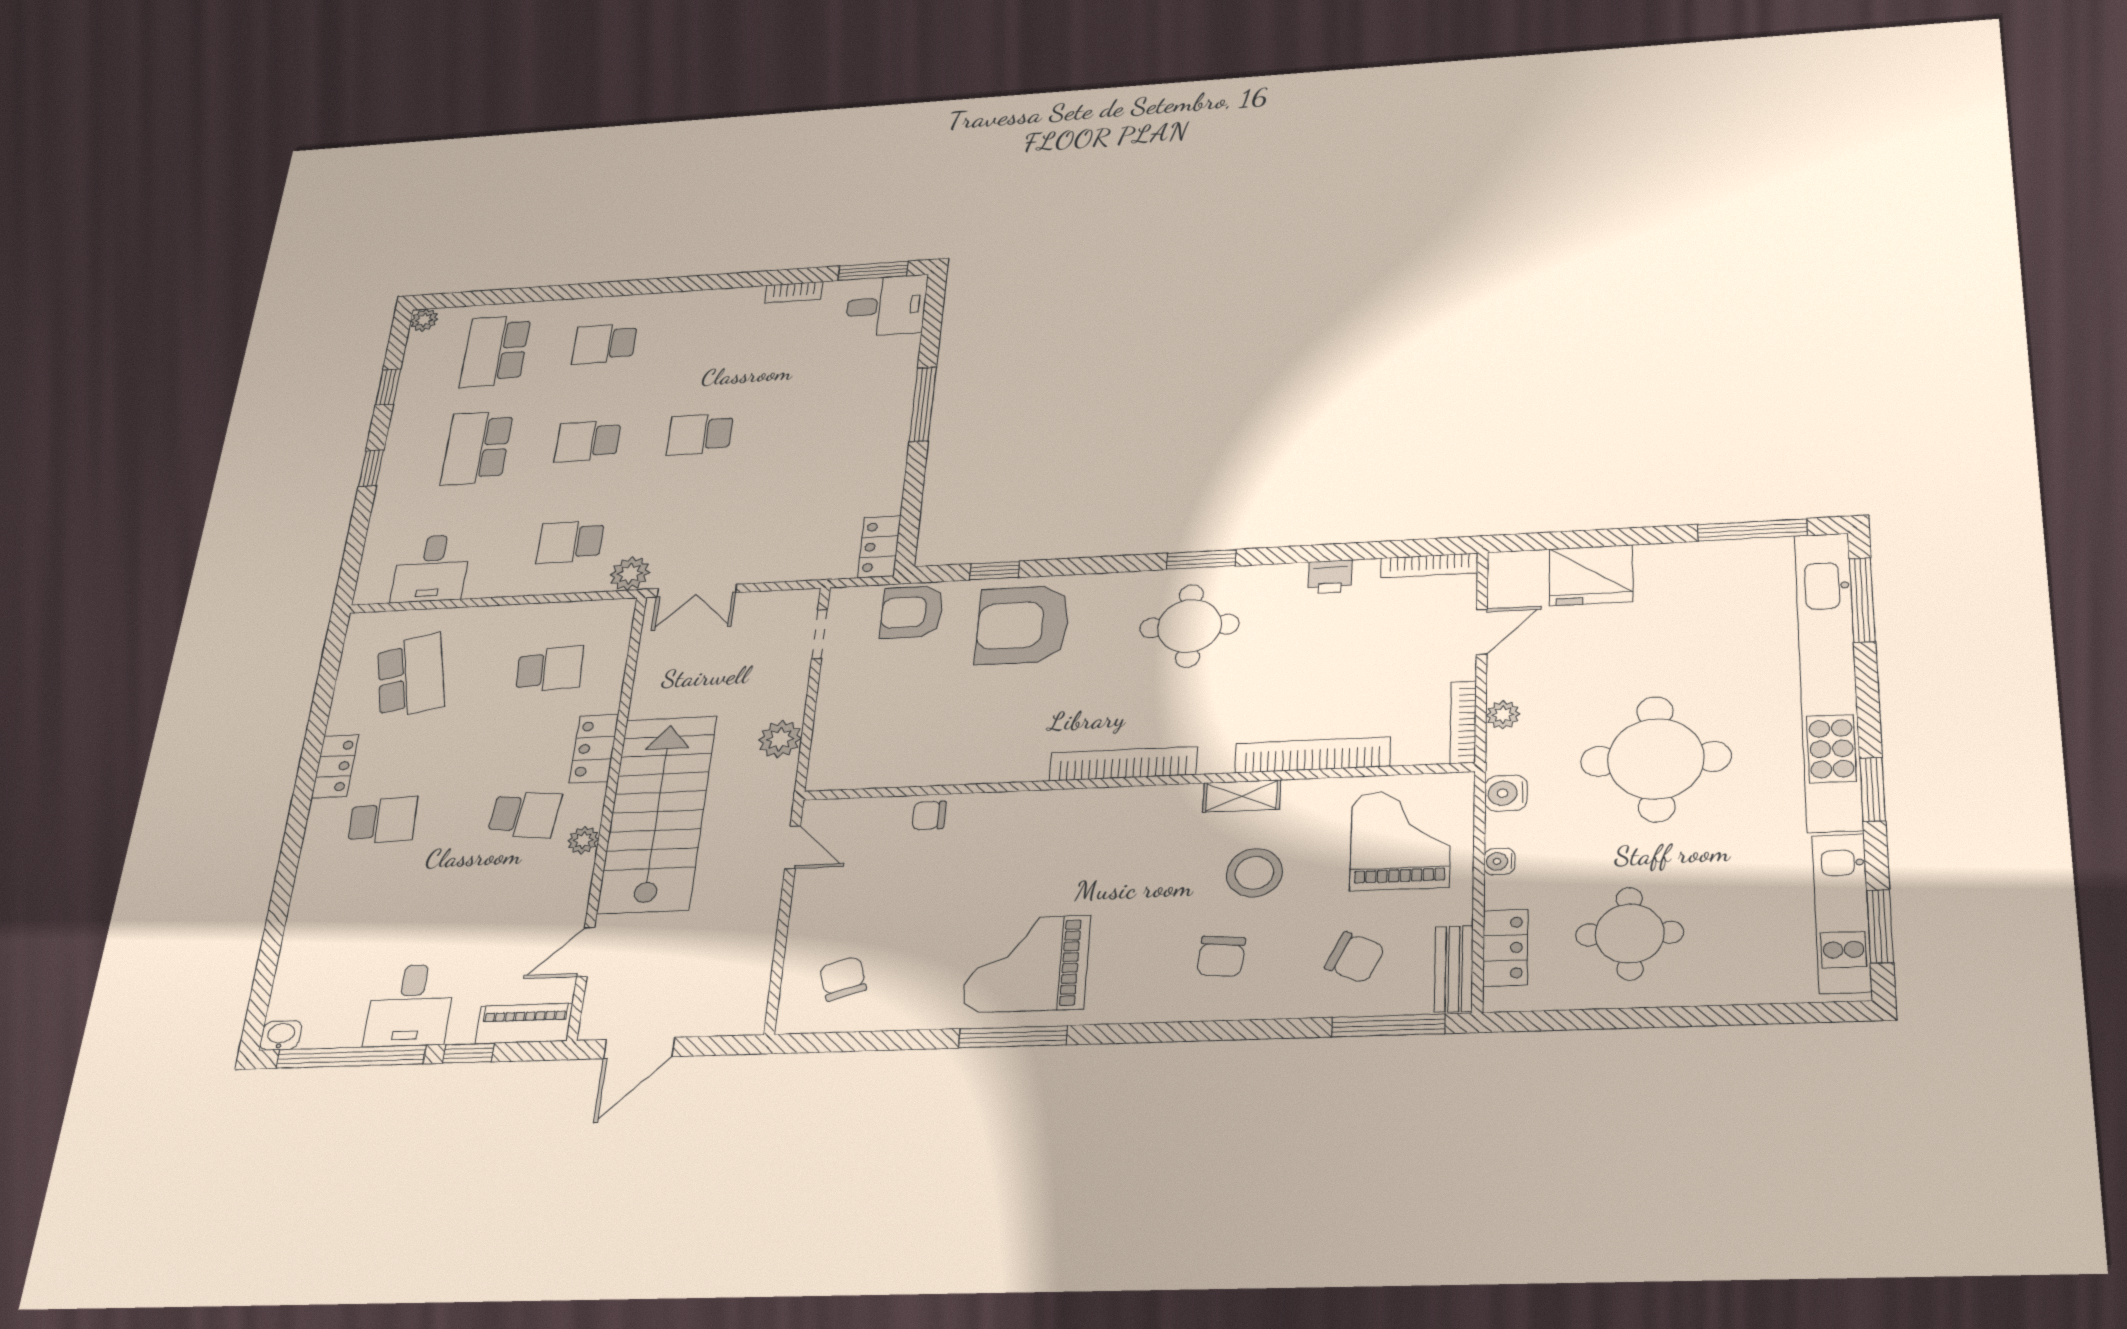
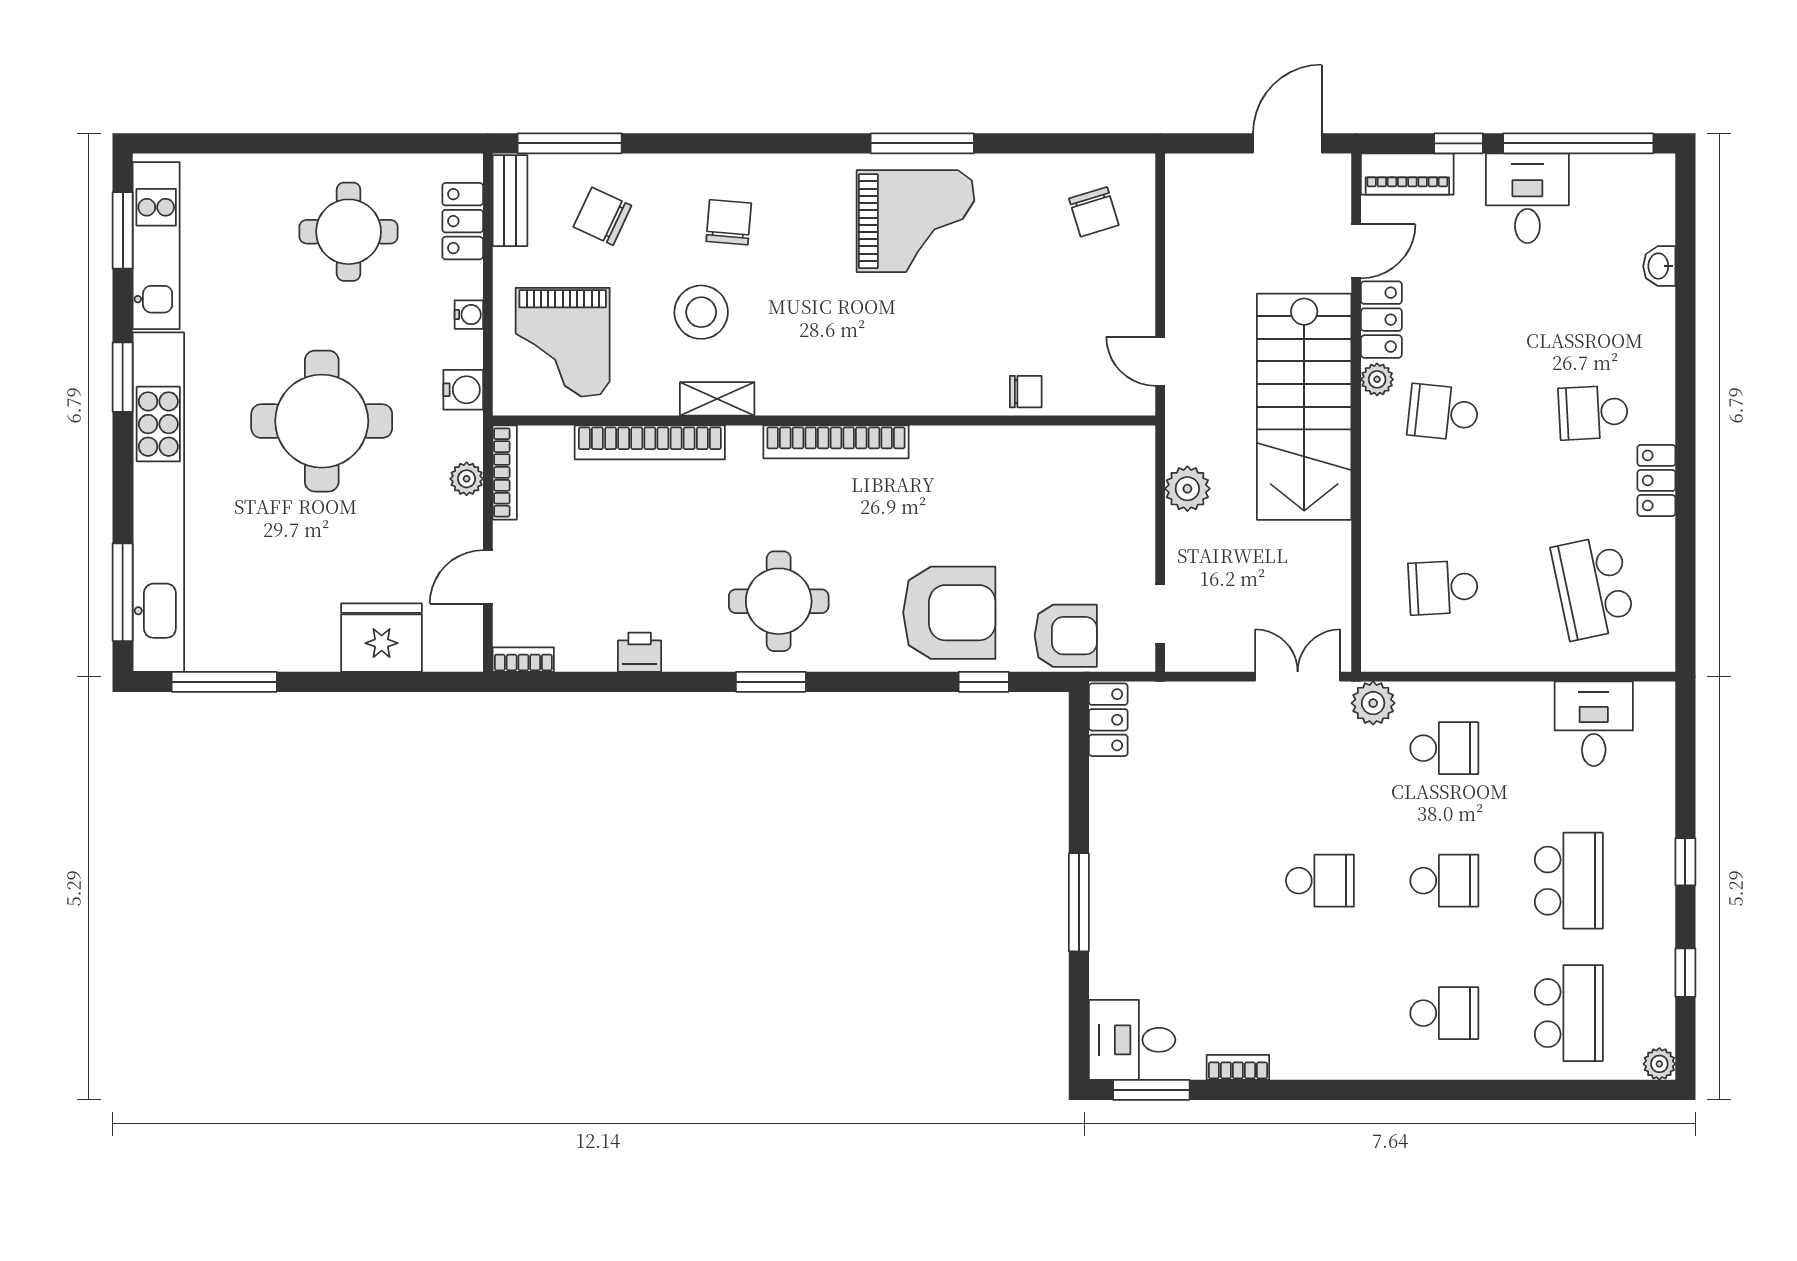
bookcase: (1429, 566) -> (523, 660), width x0.64
locker: (594, 749) -> (1381, 320), moved
washbasin: (281, 1035) -> (1659, 266), moved, turned 90

